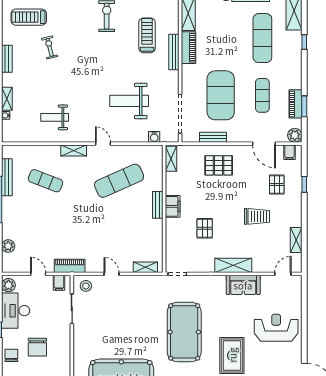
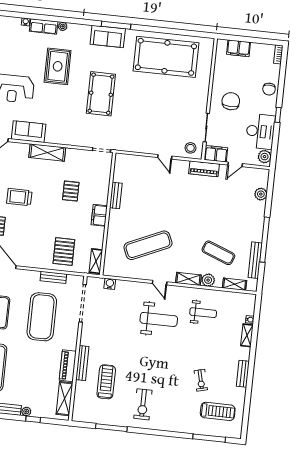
treadmill: (147, 35) -> (106, 382), turned 180
weight bench: (129, 101) -> (159, 319), moved
plant: (53, 151) -> (208, 280), added
pallet: (219, 165) -> (64, 252), moved, turned 90
bench: (158, 205) -> (116, 195), moved
shelving: (145, 267) -> (235, 284), moved
door: (38, 274) -> (235, 164), hinge flipped
filing cabinet: (59, 283) -> (216, 154), width x2.00
sofa: (243, 285) -> (29, 132), moved
pool table: (184, 332) -> (101, 94), width x0.73, depth x0.76
chair: (37, 347) -> (231, 101), moved

